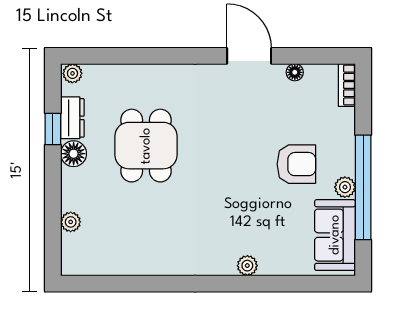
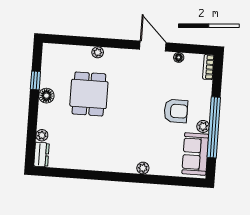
plant: (72, 73) -> (98, 52), moved
dresser: (72, 118) -> (42, 155), moved

